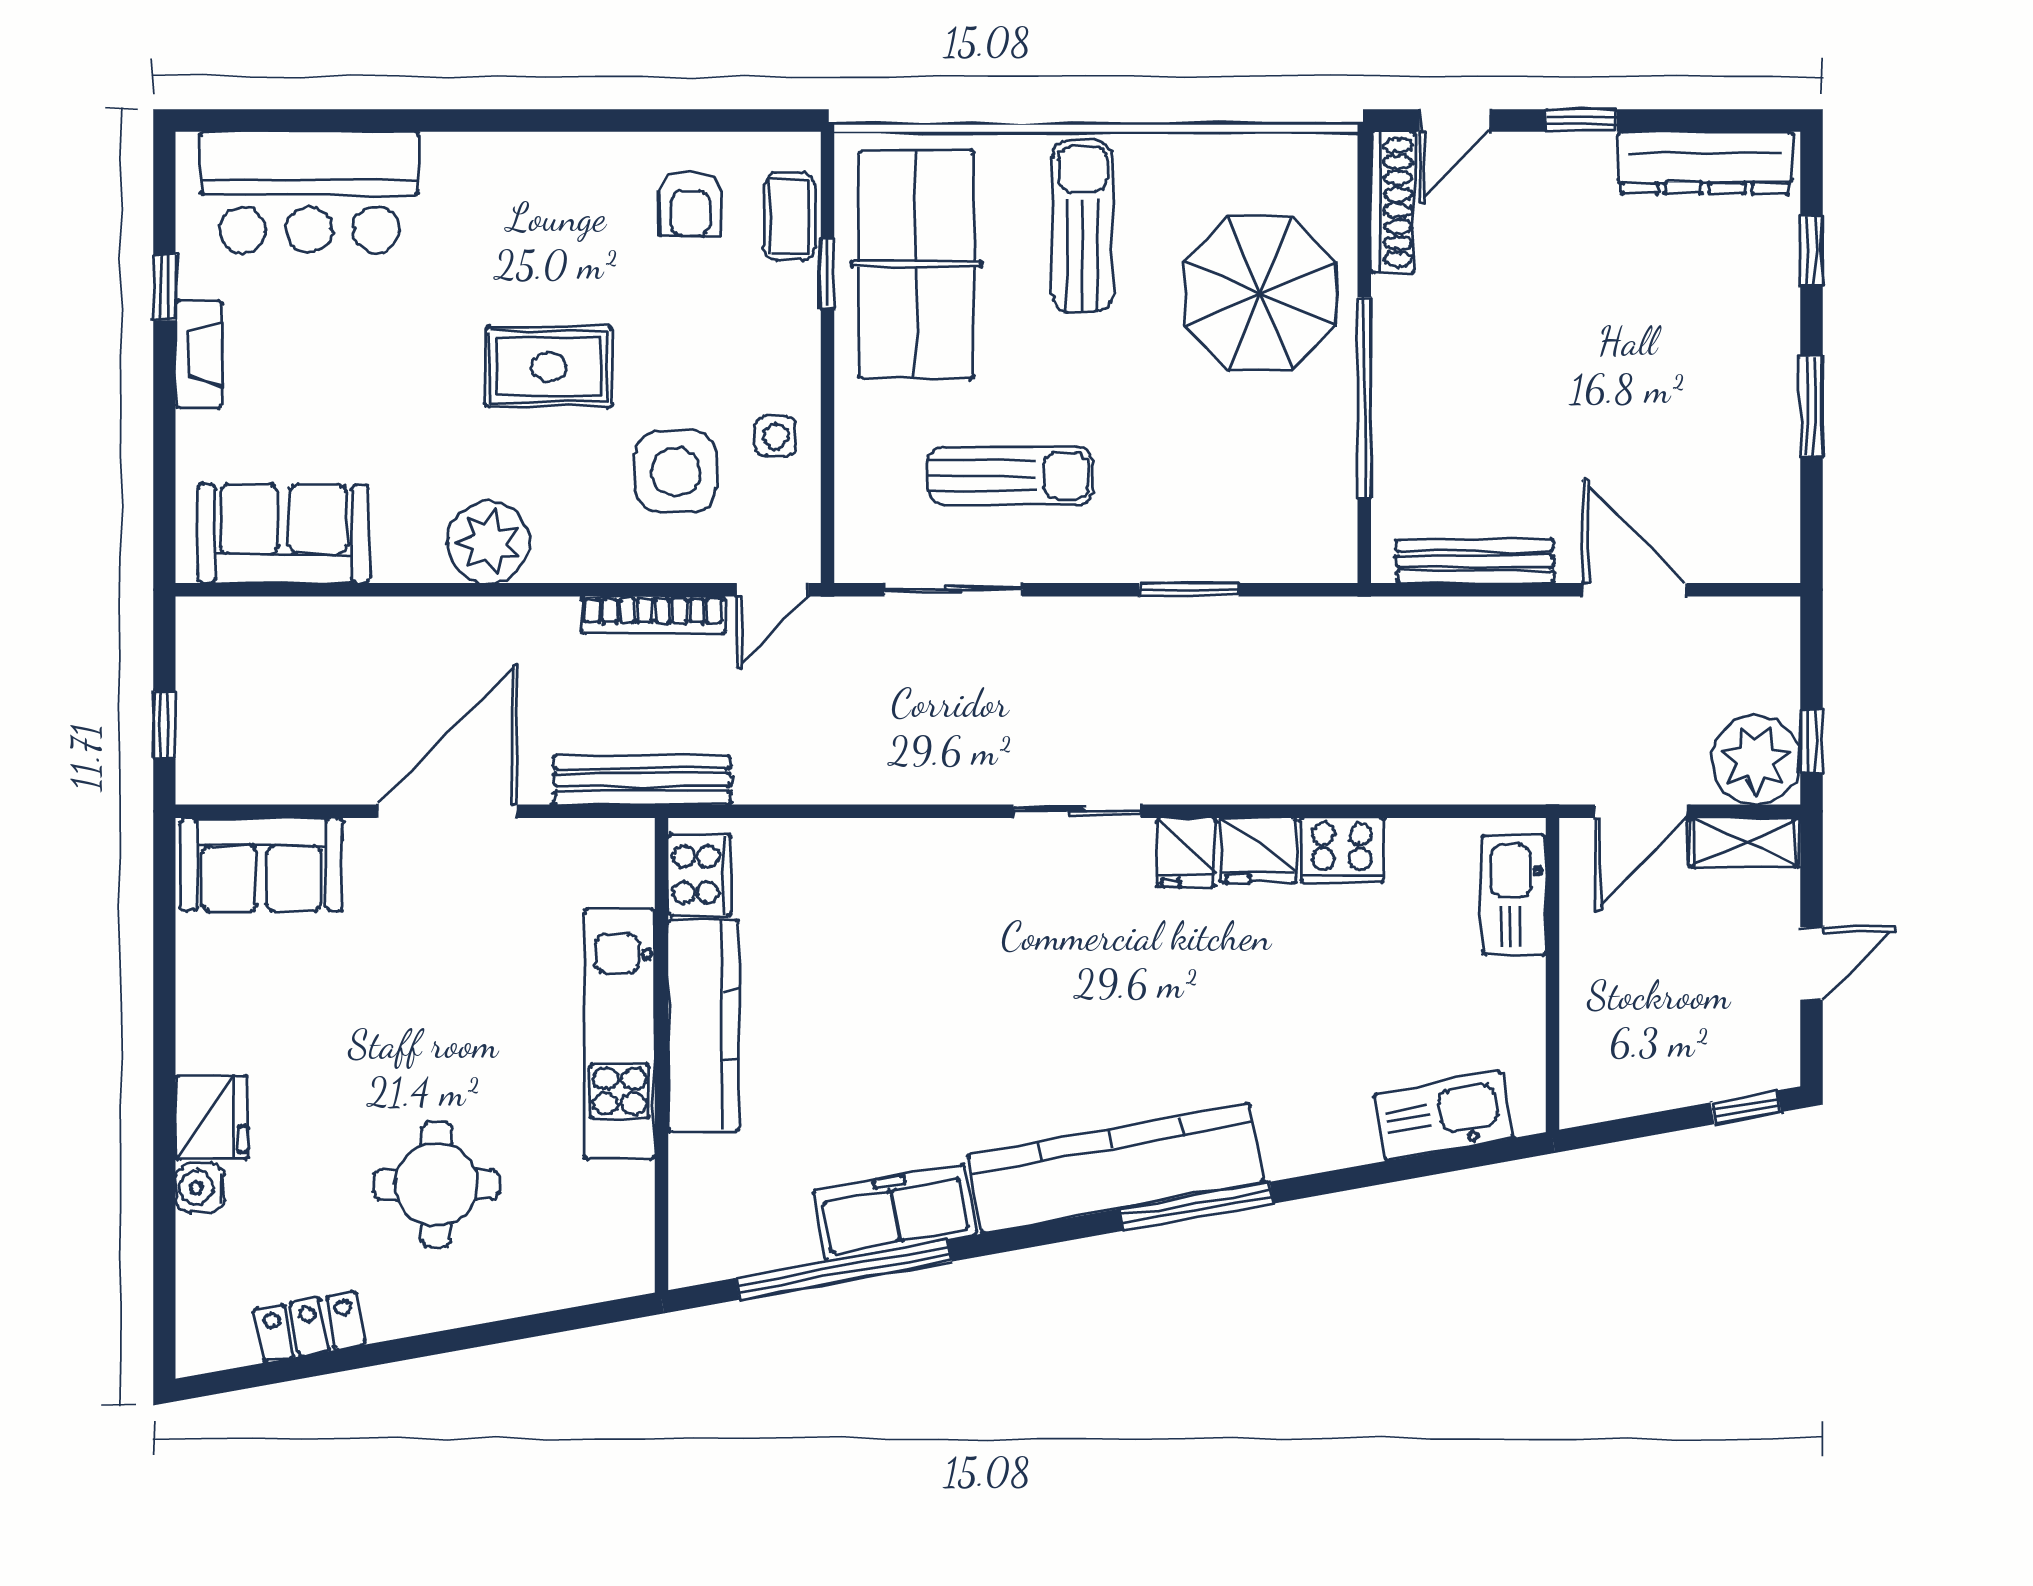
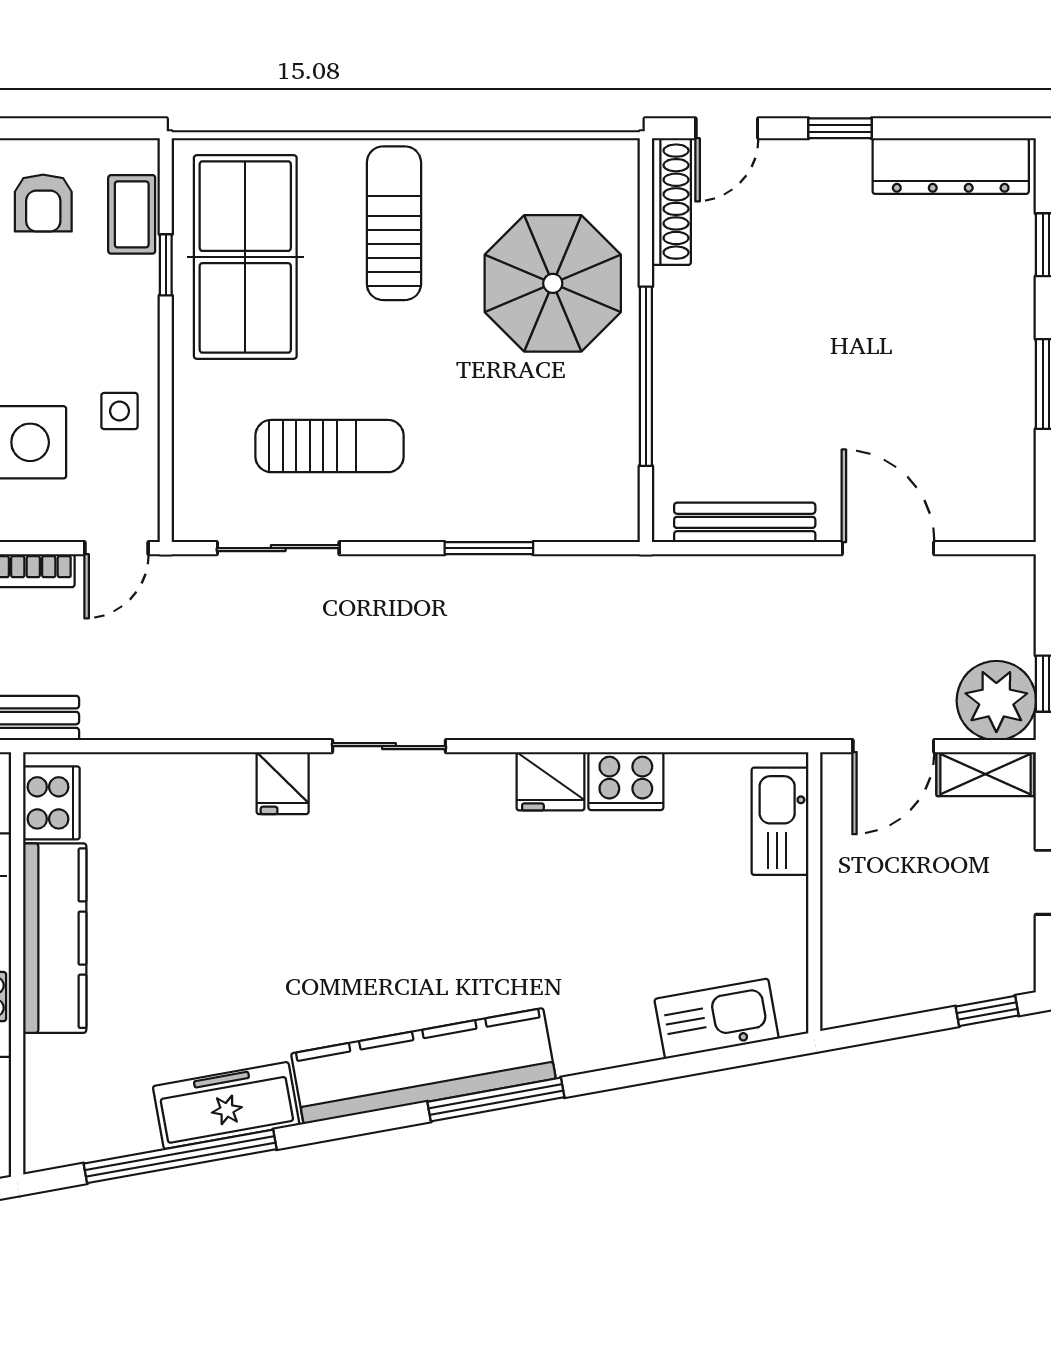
fridge: (1186, 853) -> (283, 783), moved

